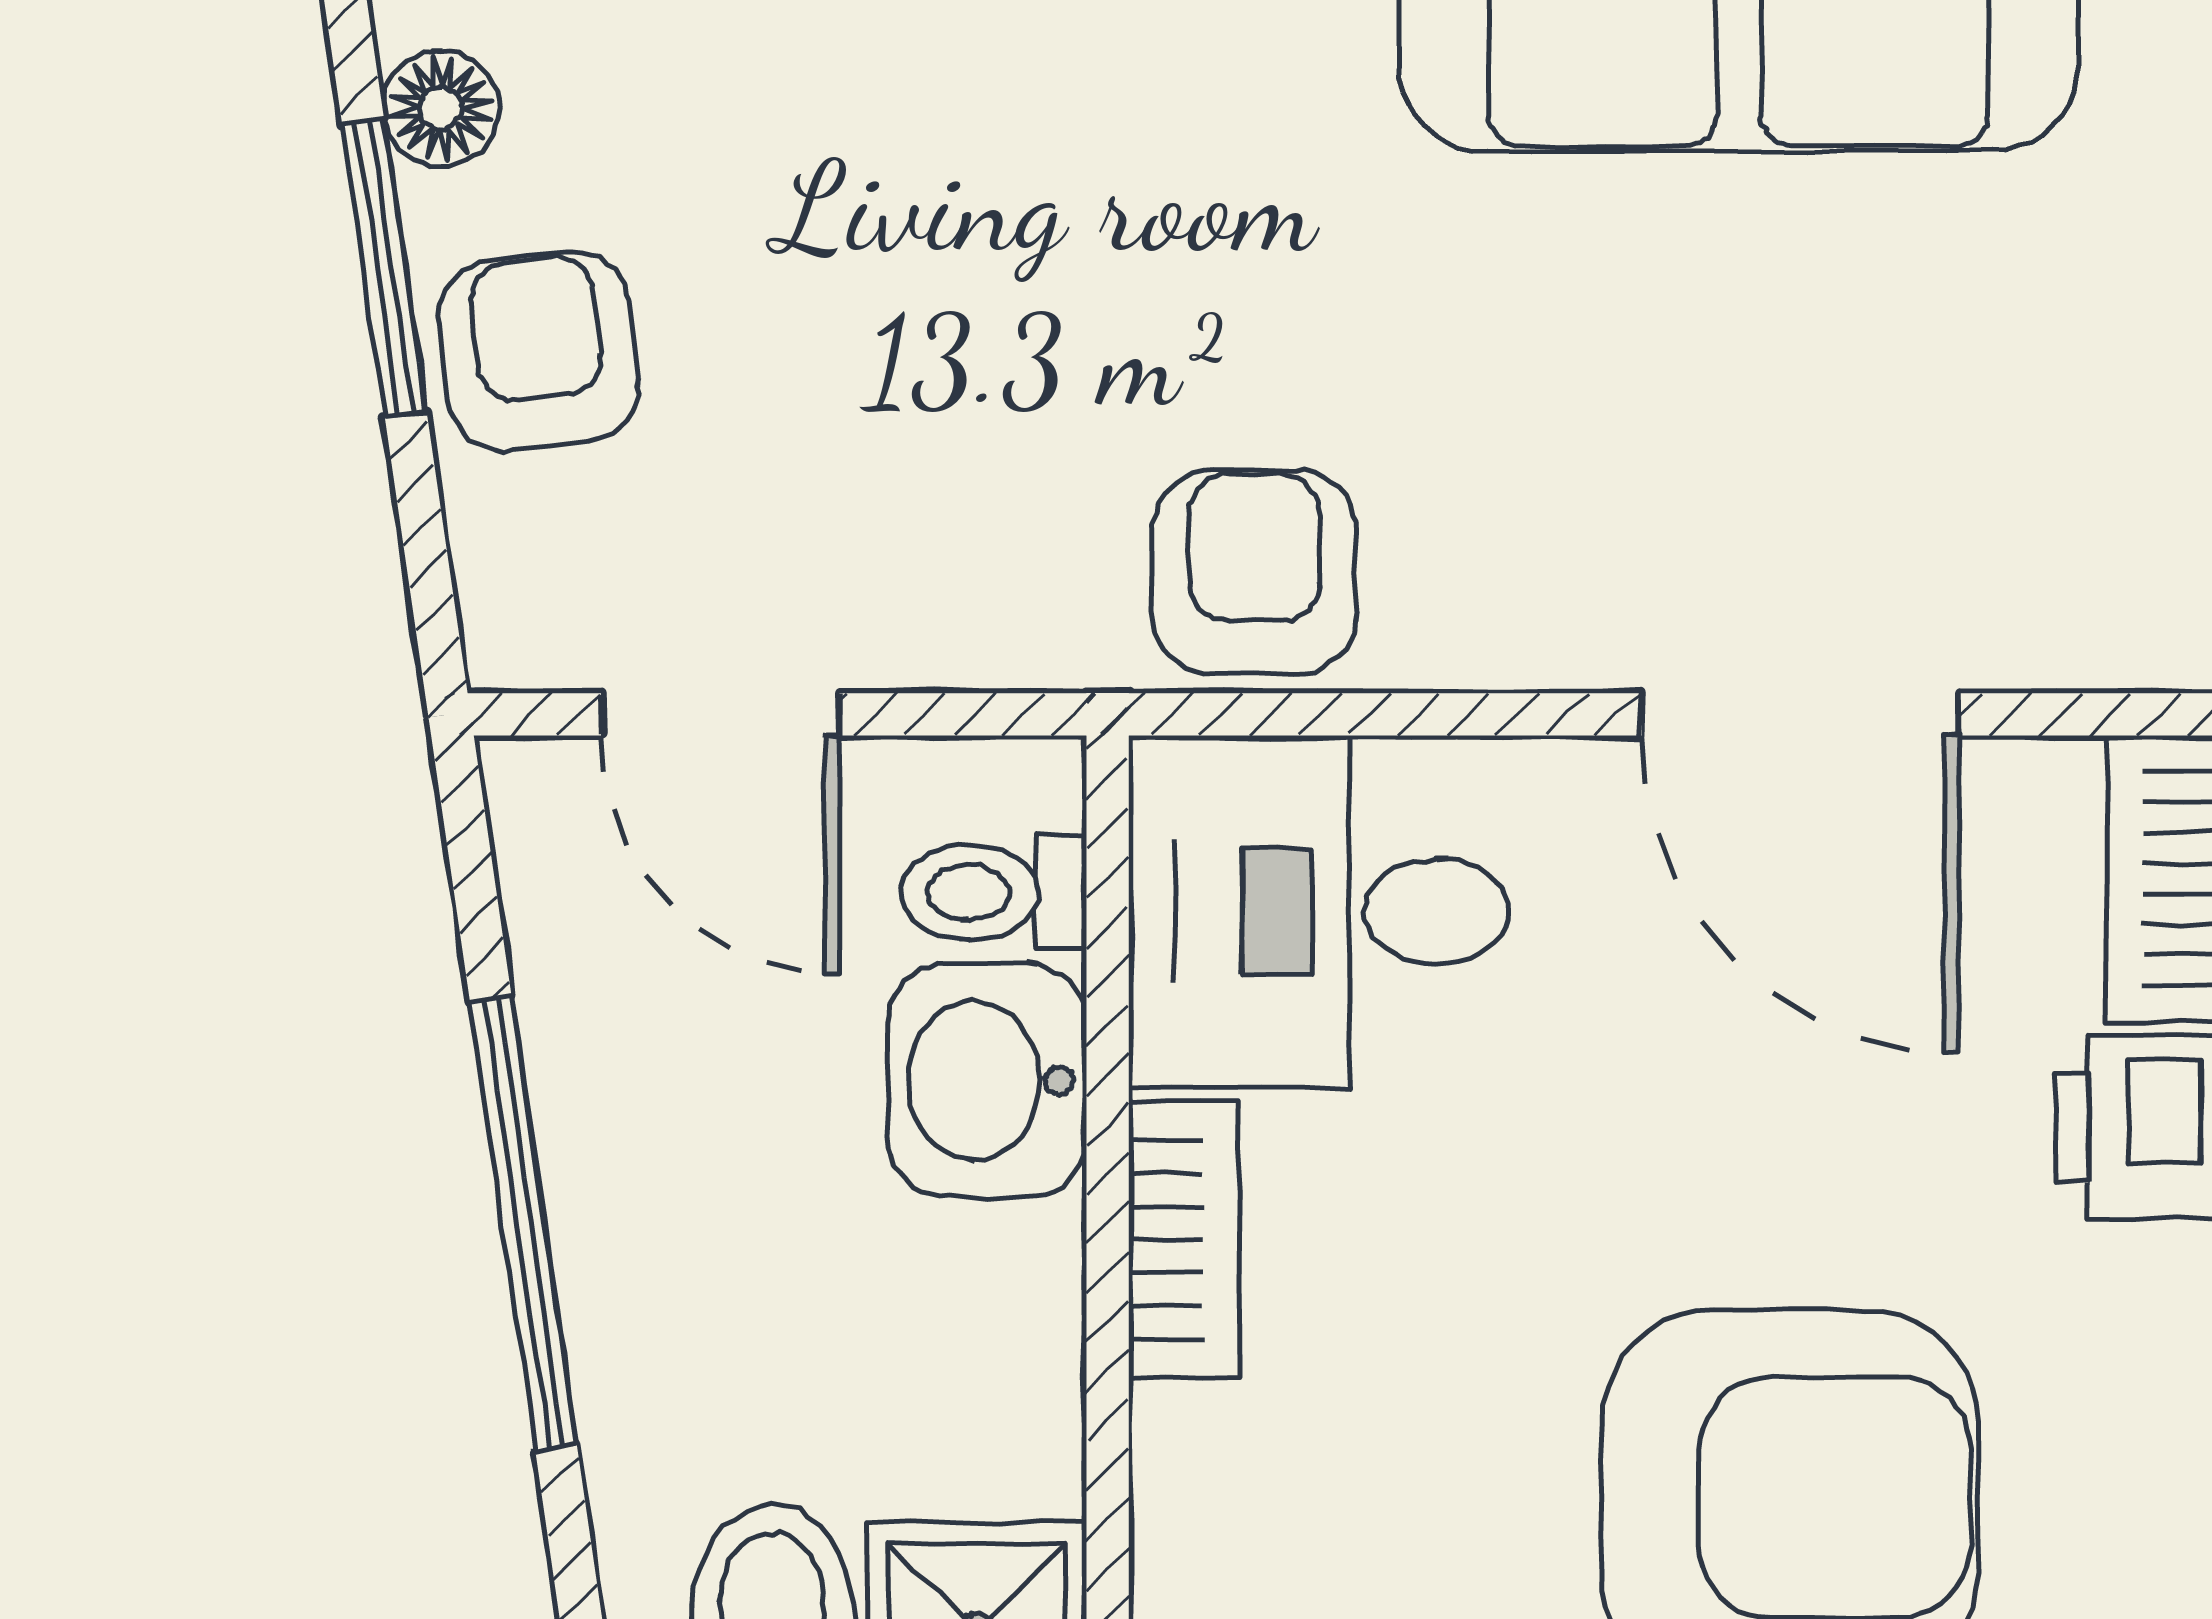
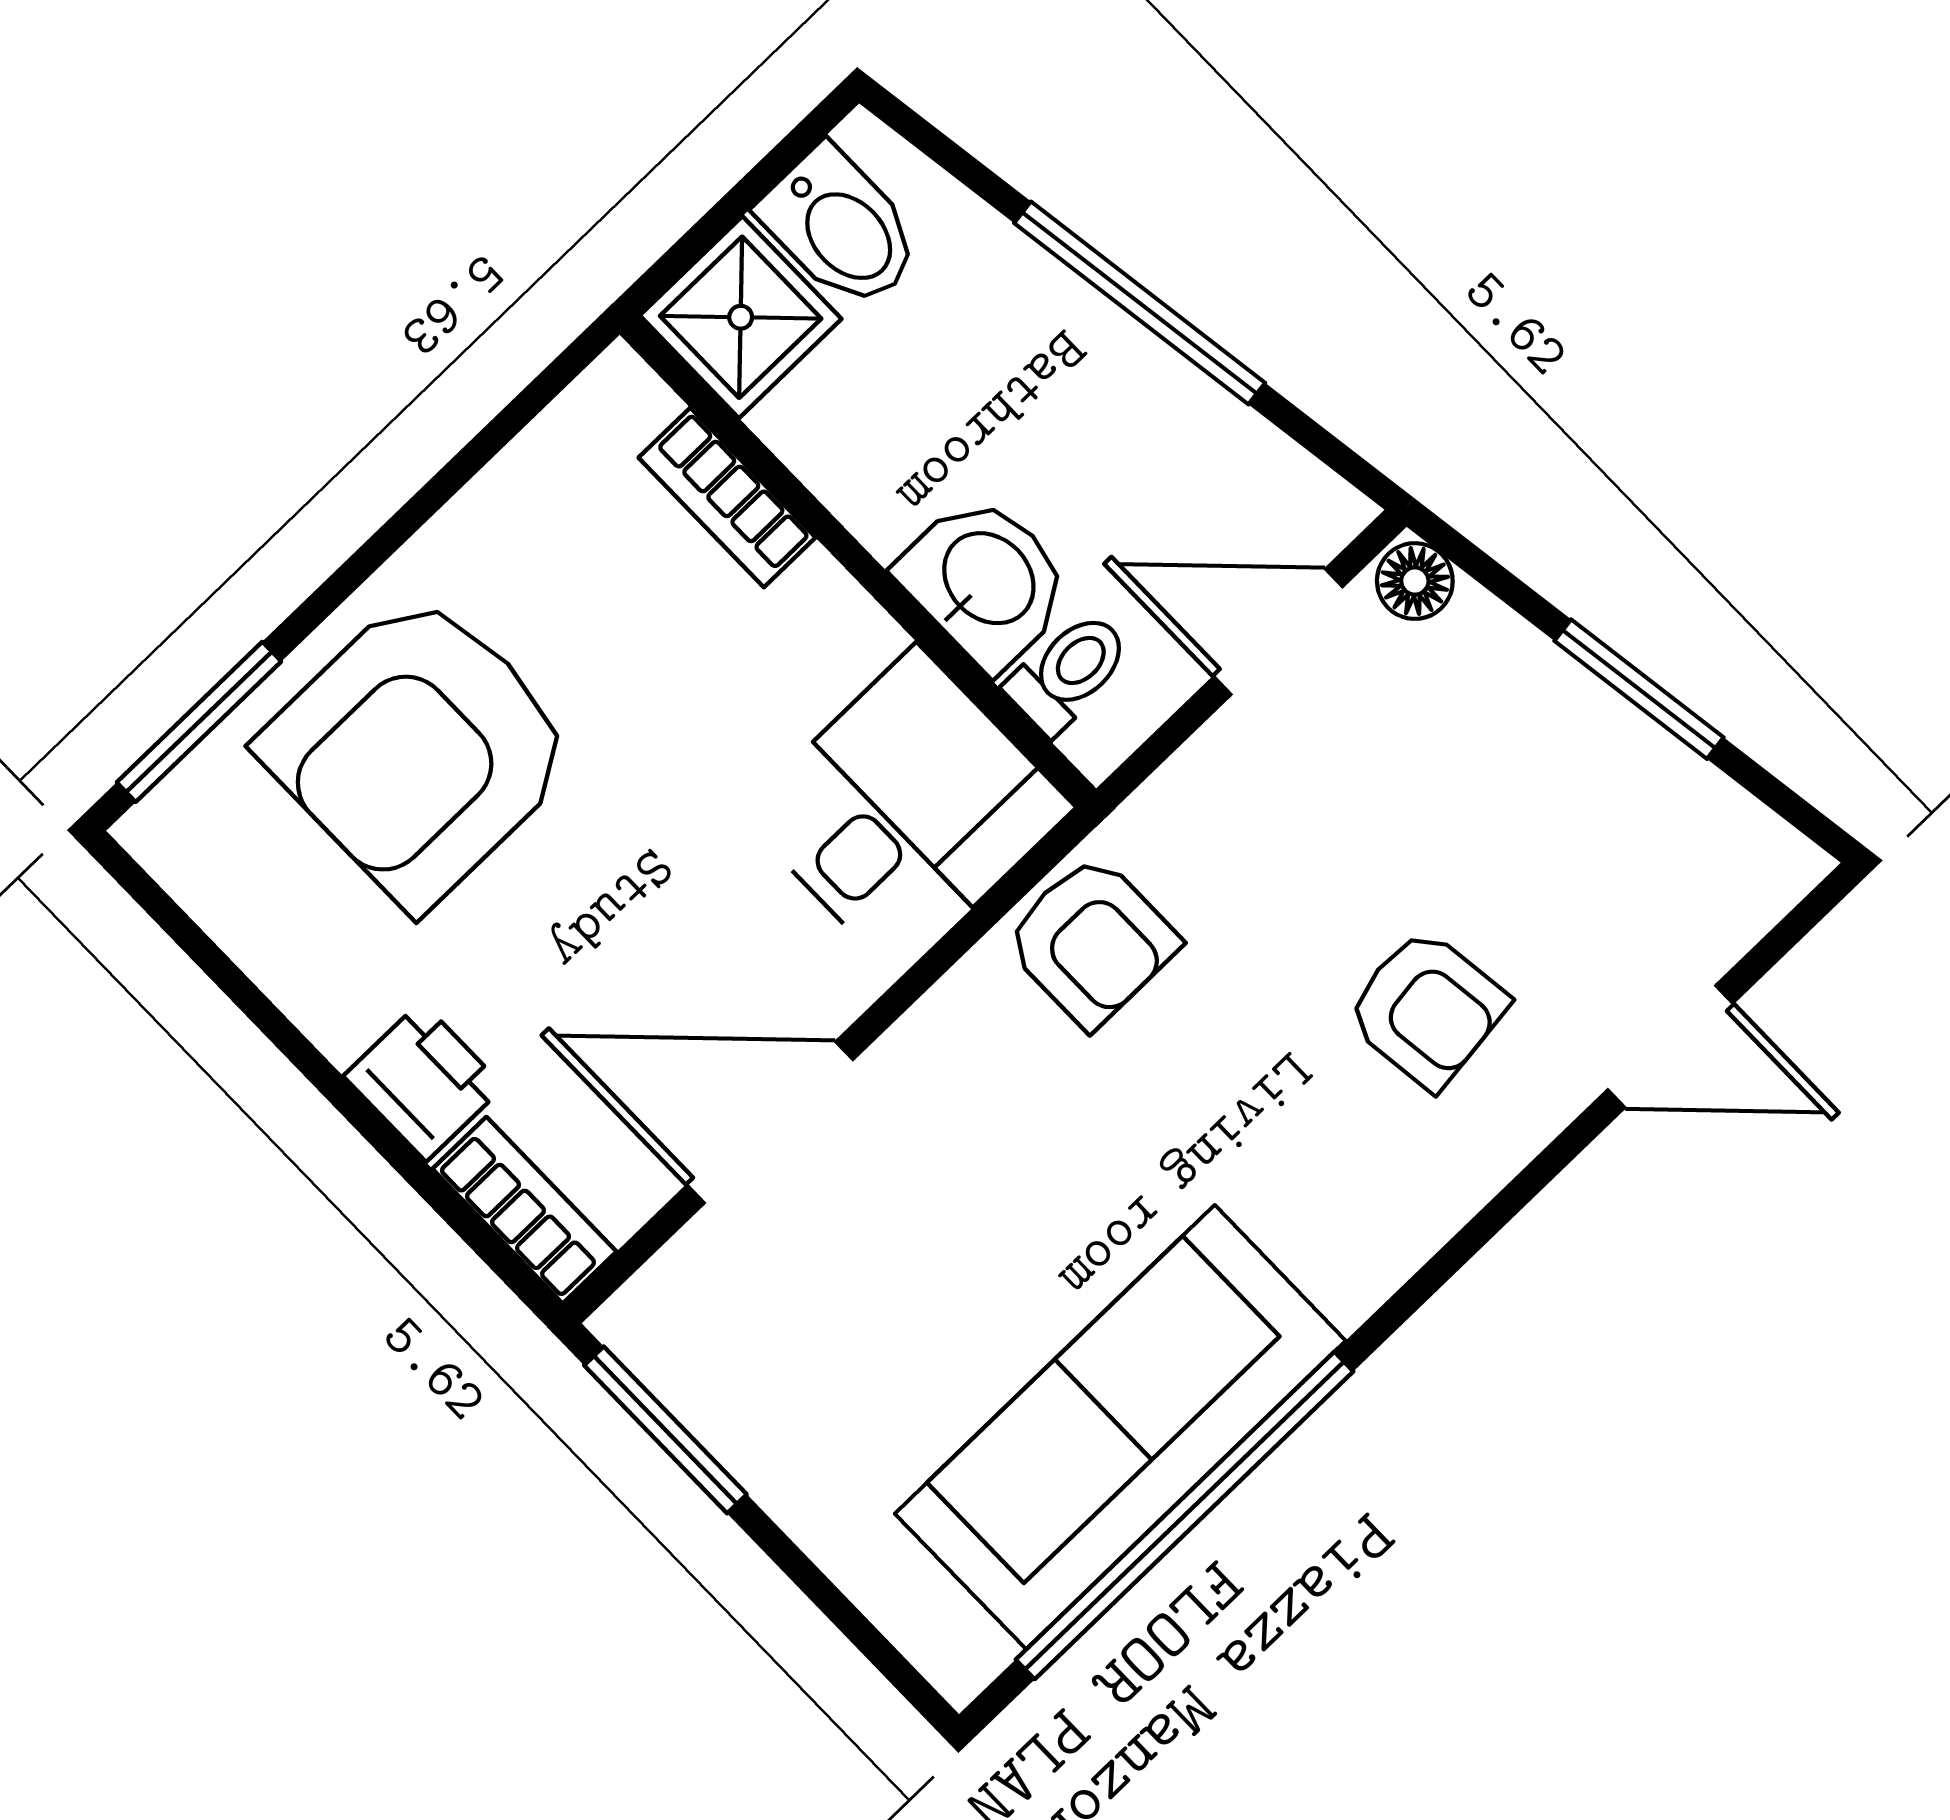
floor lamp: (441, 108) -> (1415, 581), moved
armchair: (539, 352) -> (1427, 1009), moved
bookcase: (1184, 1240) -> (727, 497), moved

